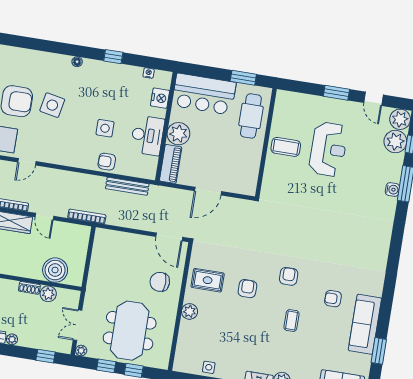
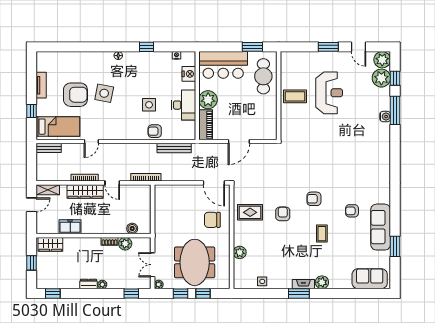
boiler: (55, 270) -> (132, 228), width x0.54, depth x0.54
armchair: (289, 276) -> (314, 199), turned -90
plant: (190, 311) -> (240, 252), moved

